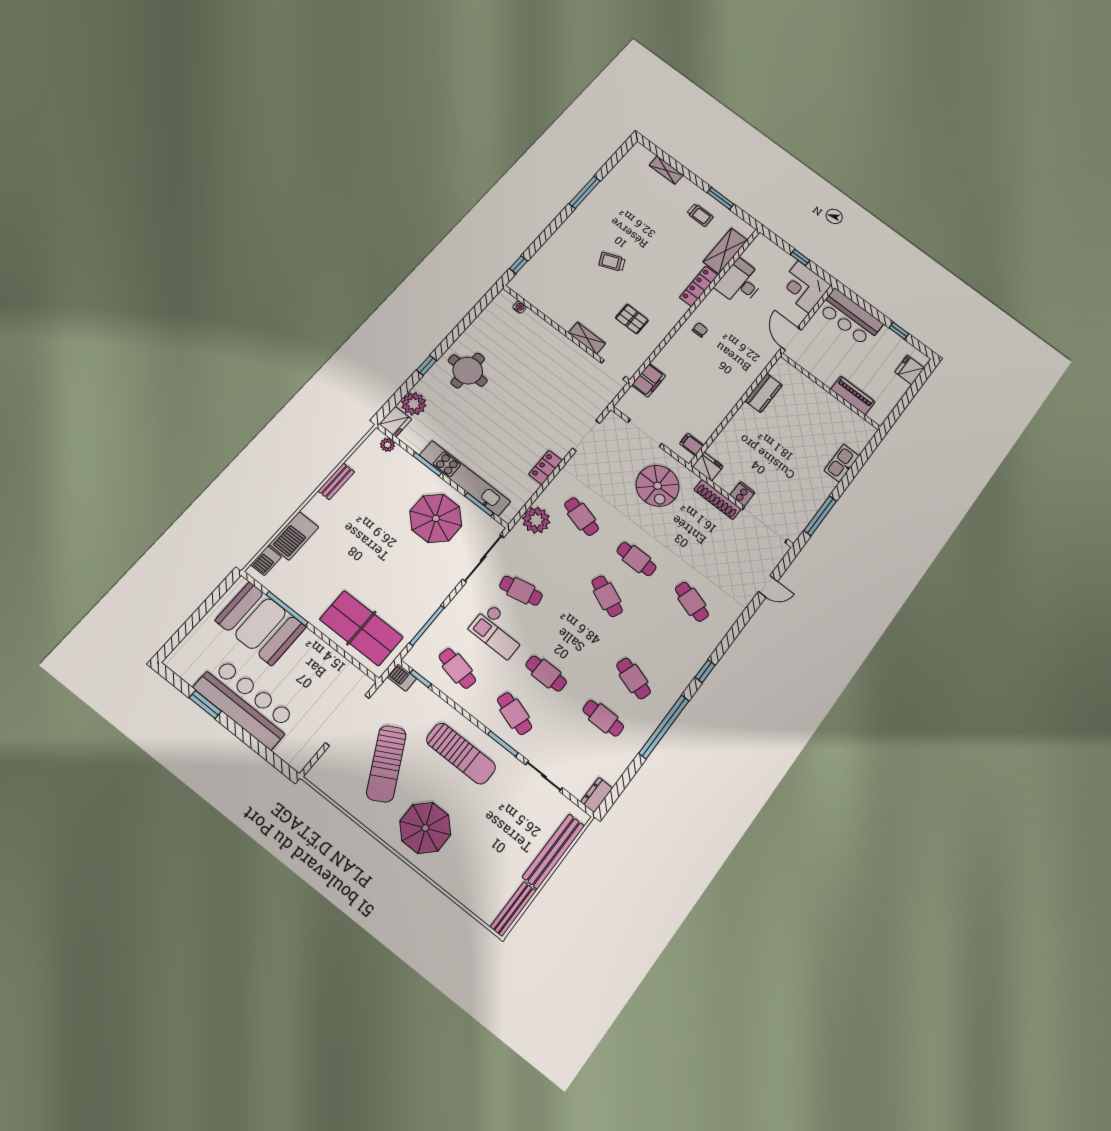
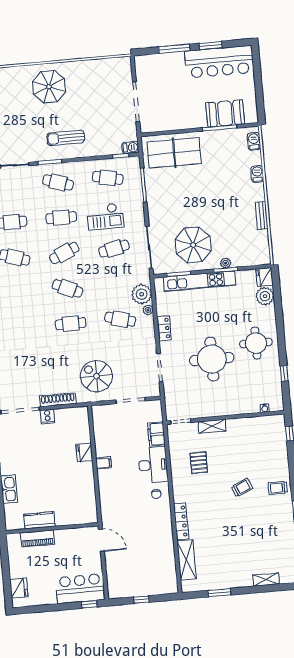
trolley: (700, 215) -> (278, 488), moved
desk: (740, 283) -> (153, 465), moved
corner desk: (804, 287) -> (123, 582), removed
pallet: (632, 319) -> (199, 463), turned 90
window: (899, 331) -> (89, 604), moved
window: (426, 365) -> (284, 373), moved
kitchen counter: (764, 393) -> (39, 520), moved, turned 90
round table: (526, 396) -> (212, 359), added
plant: (388, 445) -> (226, 263), moved
filing cabinet: (692, 445) -> (104, 463), moved
fridge: (708, 467) -> (84, 453), moved, turned 90
plant: (545, 500) -> (148, 310), added
barbecue: (294, 536) -> (257, 174), width x0.53, depth x0.65
cafe table: (692, 602) -> (64, 253), moved, turned -42
booth: (261, 624) -> (225, 113), width x0.73, depth x0.70
checkout: (498, 631) -> (105, 216), turned 180
bar counter: (245, 703) -> (219, 62), moved
window: (248, 739) -> (174, 49), added
sun lounger: (461, 754) -> (66, 138), width x0.73, depth x0.75
sun lounger: (386, 764) -> (97, 99), removed

